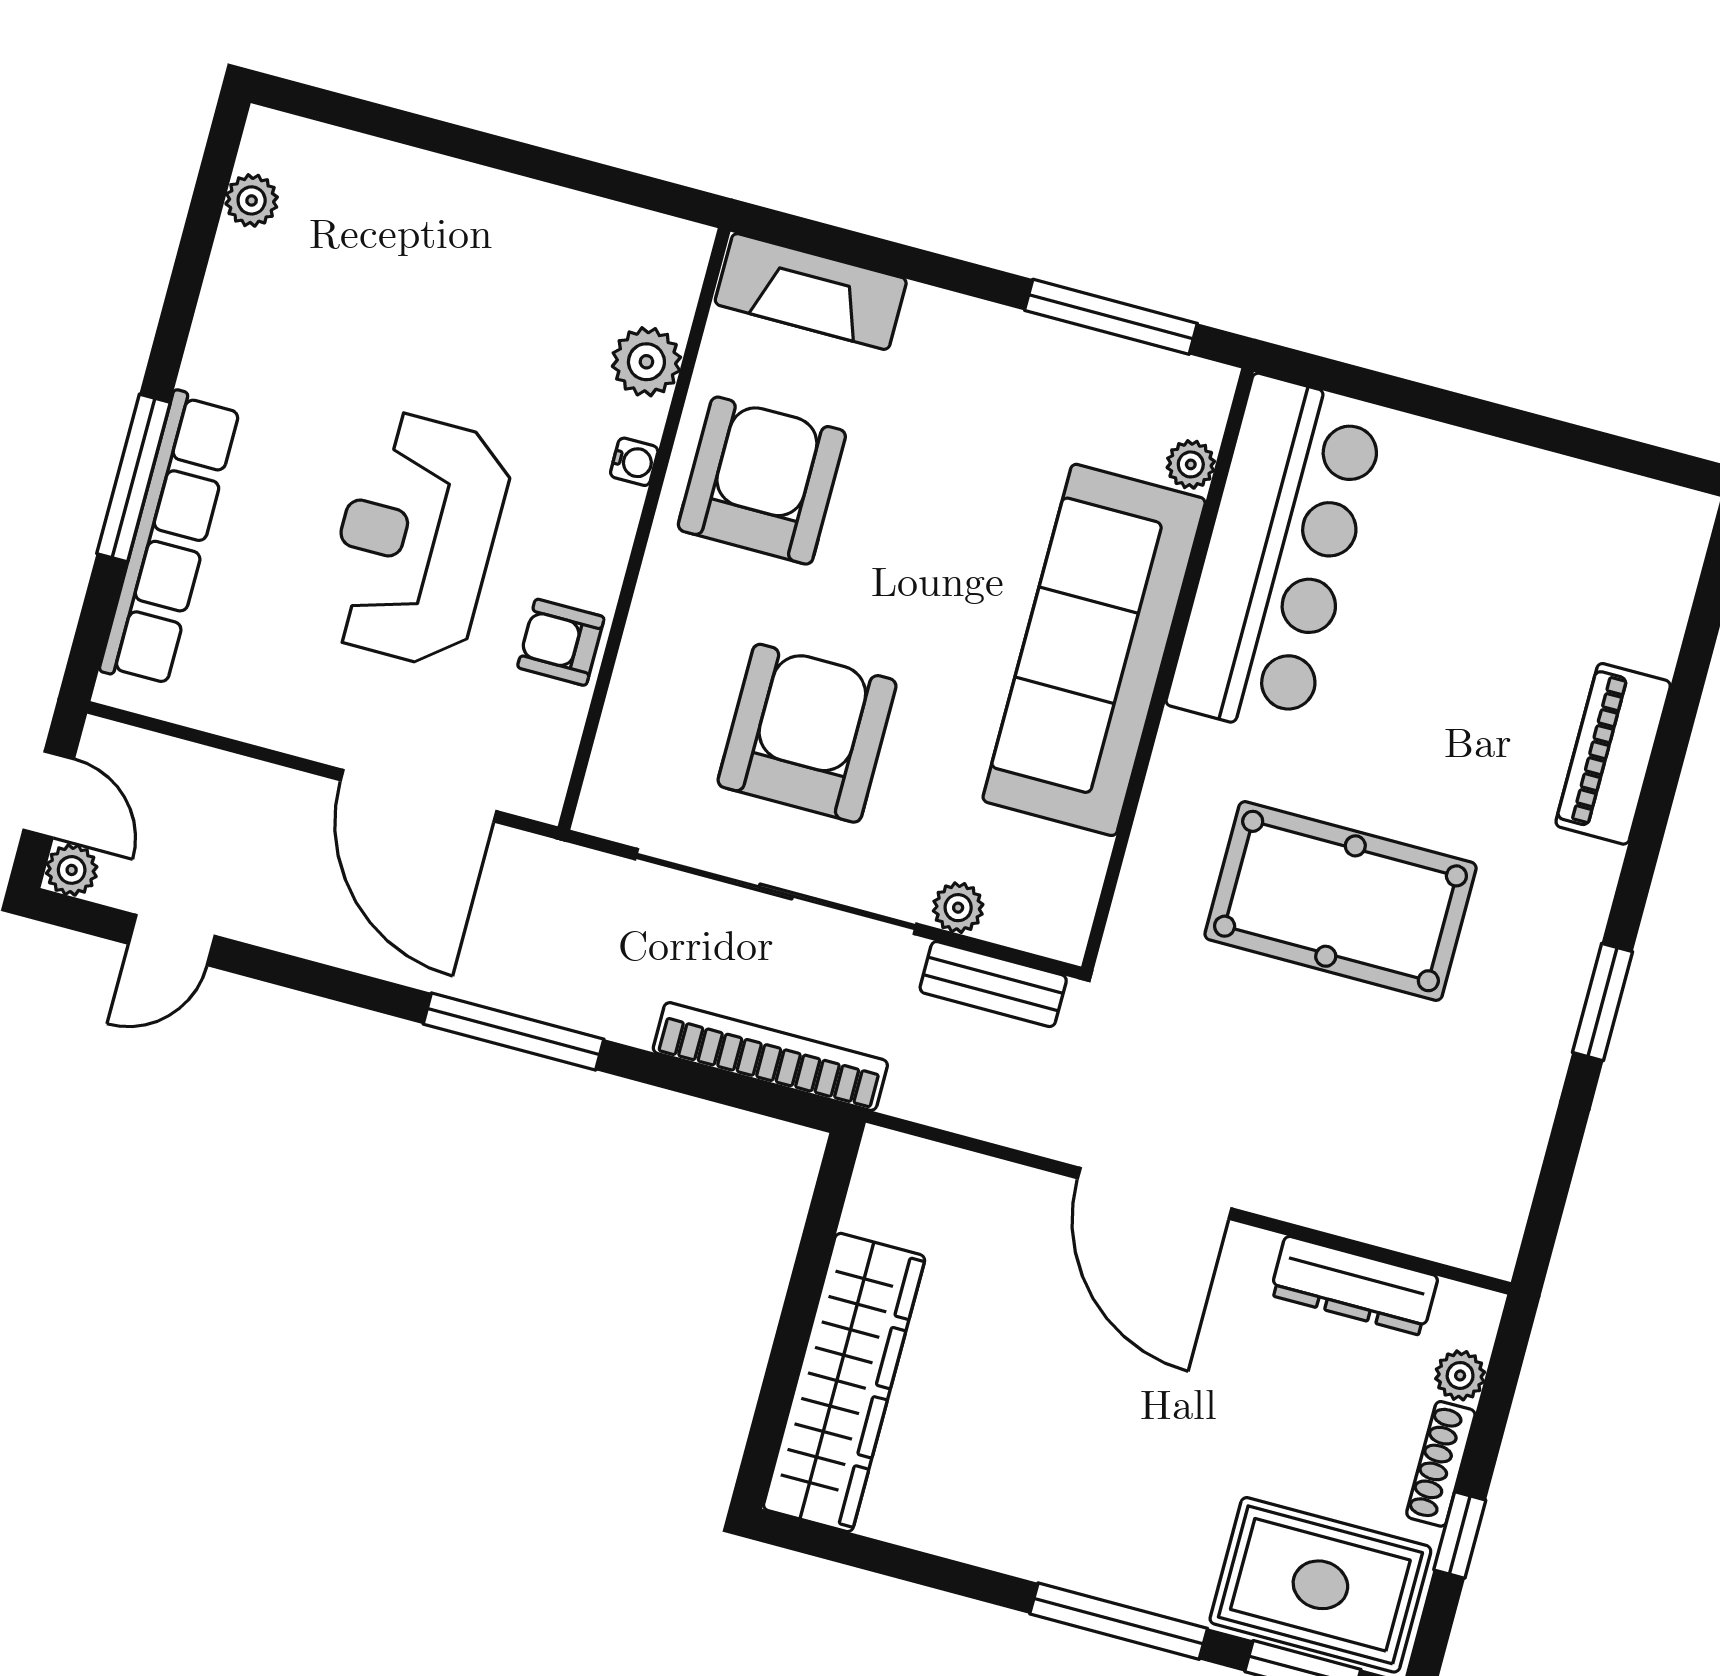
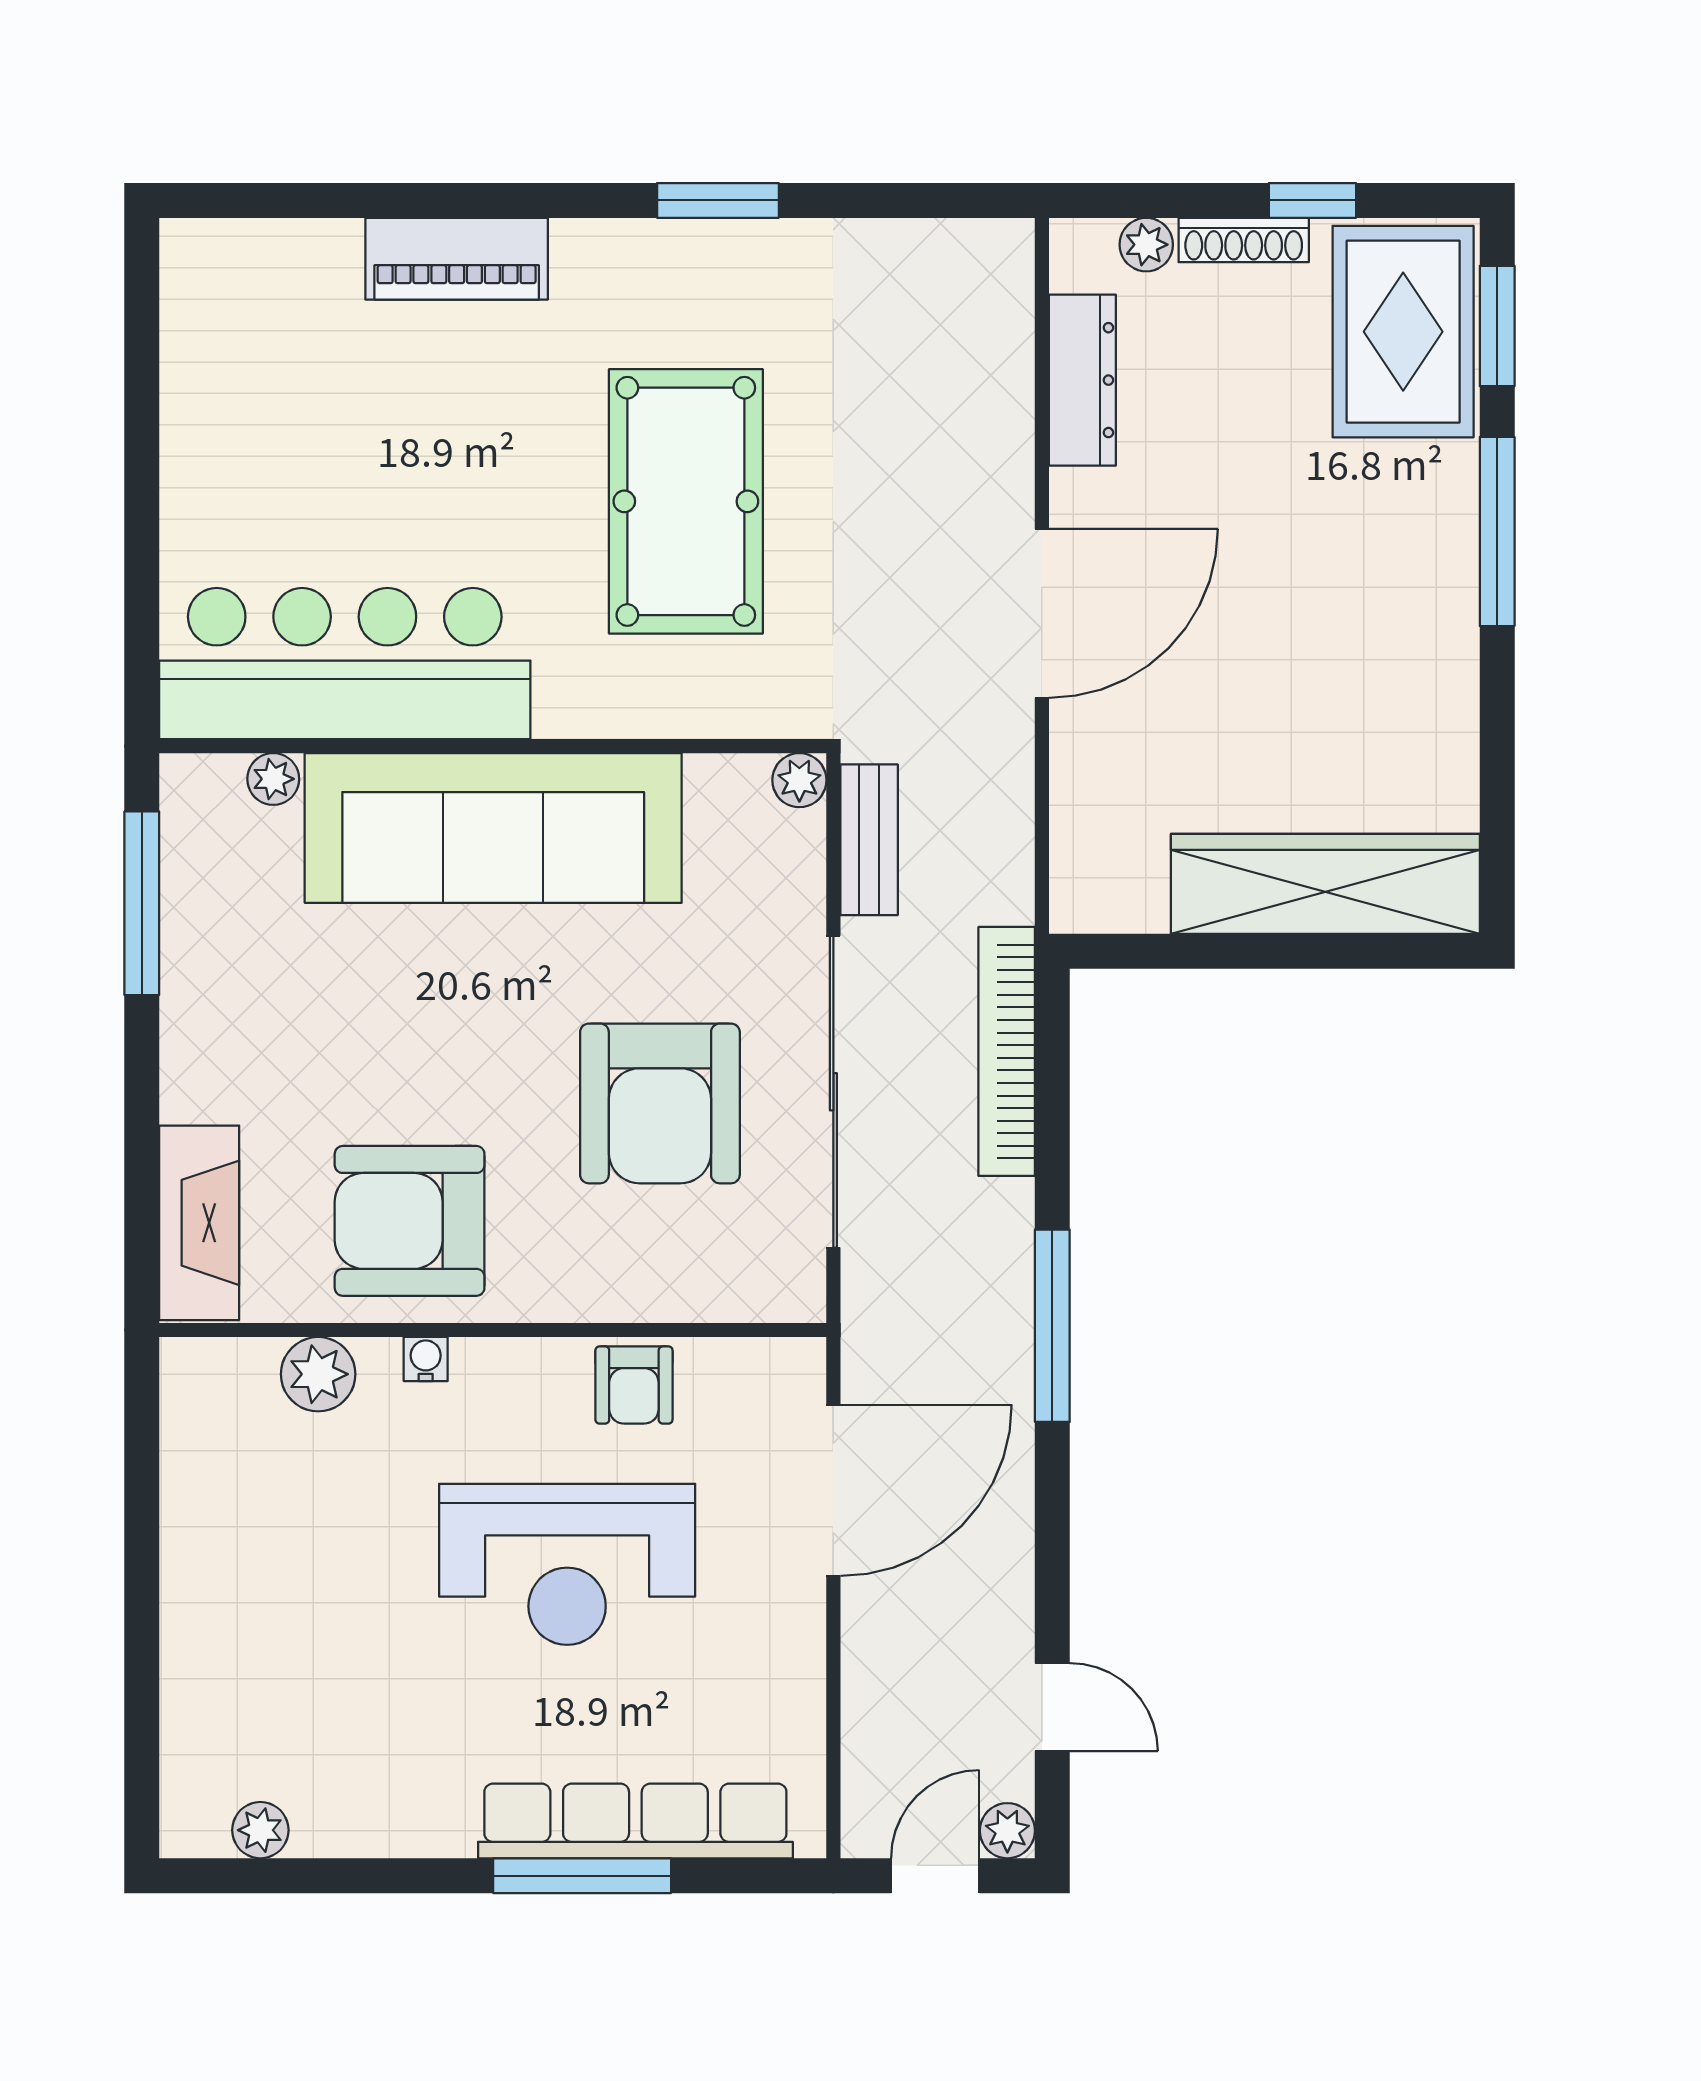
armchair: (807, 733) -> (660, 1103), turned -90
plant: (958, 908) -> (799, 780), moved

